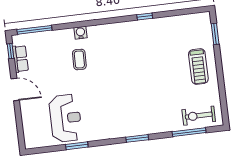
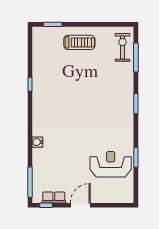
coffee table: (79, 59) -> (61, 146), removed
exercise bike: (199, 116) -> (122, 47), turned 180

